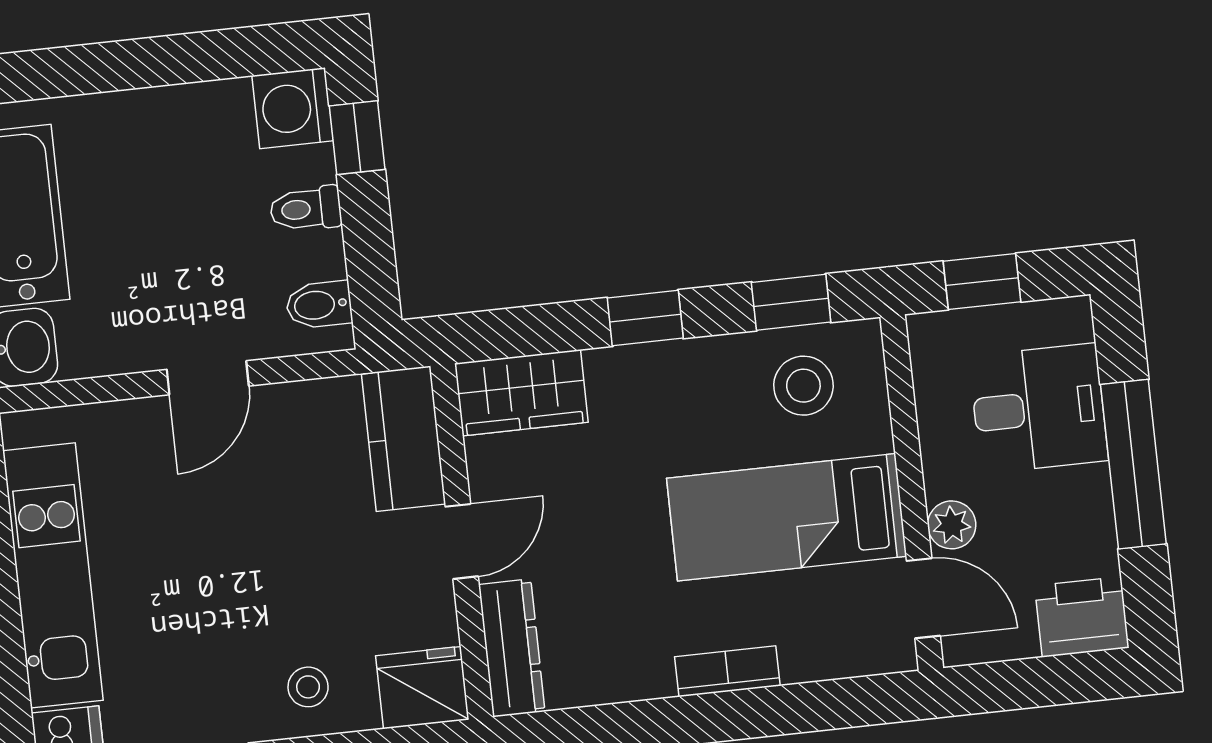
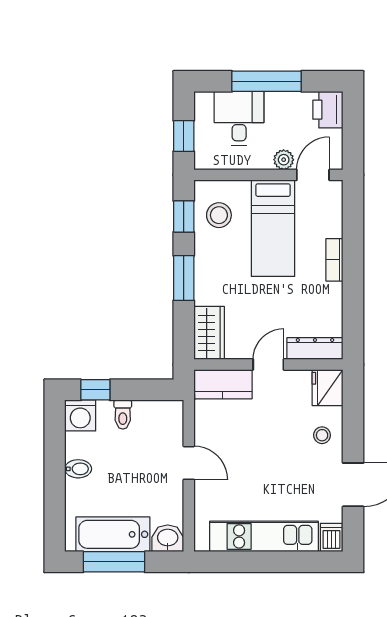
bidet: (319, 305) -> (78, 469), moved, turned -90
window: (645, 318) -> (184, 278), width x1.50
door: (462, 541) -> (268, 365), hinge flipped

